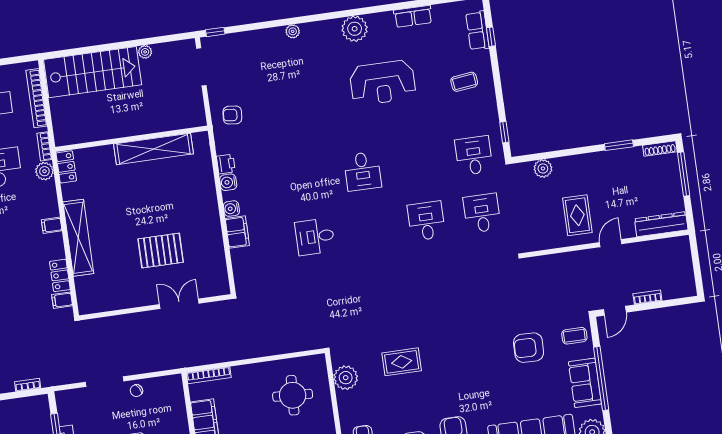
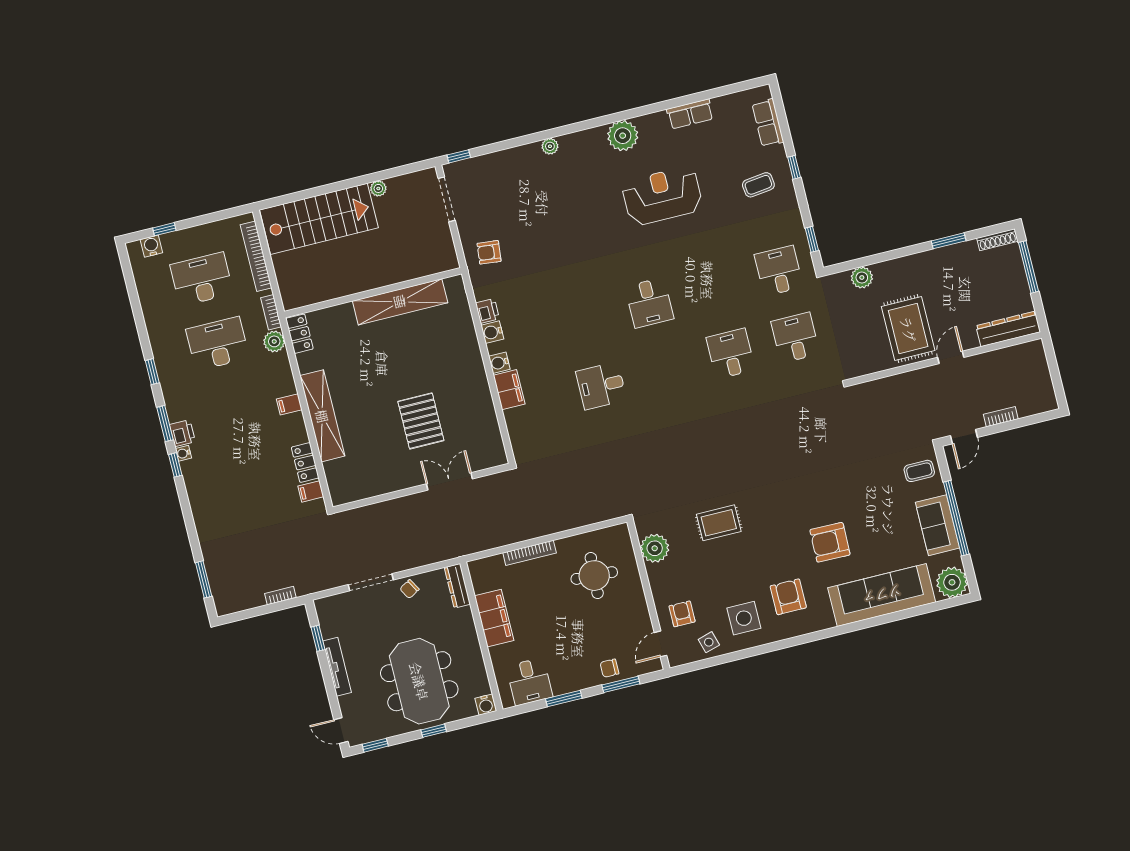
window: (491, 37) -> (794, 167), moved
reception desk: (383, 83) -> (662, 196), turned 180
rug: (577, 215) -> (908, 329), width x1.36, depth x1.43
pallet: (161, 251) -> (421, 421), turned 90
armchair: (529, 348) -> (830, 542), moved
bookcase: (209, 375) -> (530, 553), moved
dresser: (177, 392) -> (457, 586), added

